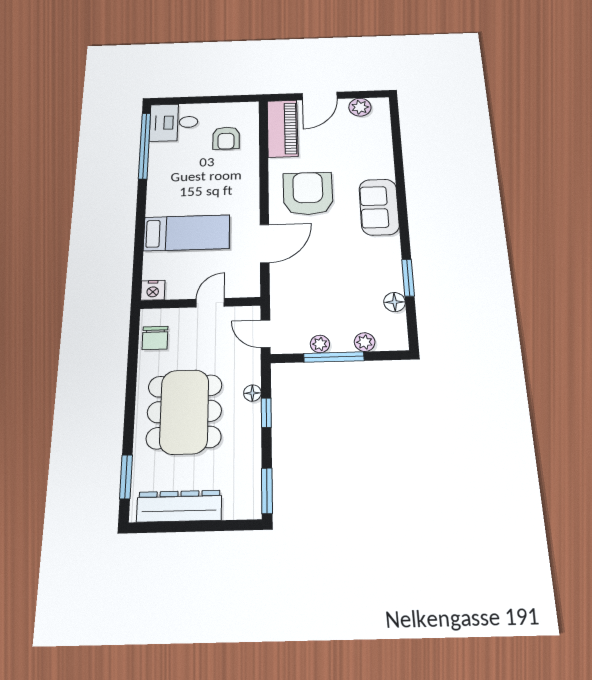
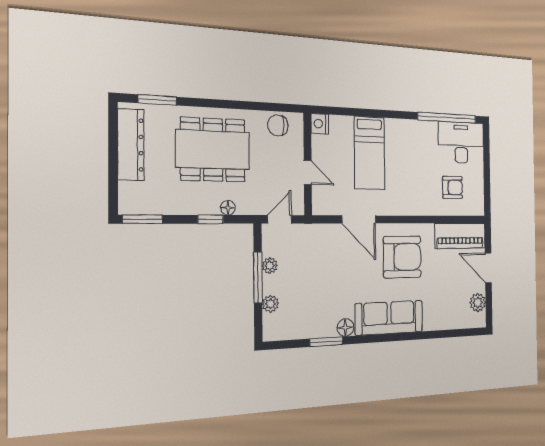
desk: (174, 122) -> (461, 143), width x1.37
armchair: (226, 138) -> (452, 187), turned 180
sofa: (379, 207) -> (389, 318), width x1.36
floor lamp: (395, 302) -> (345, 328), moved

